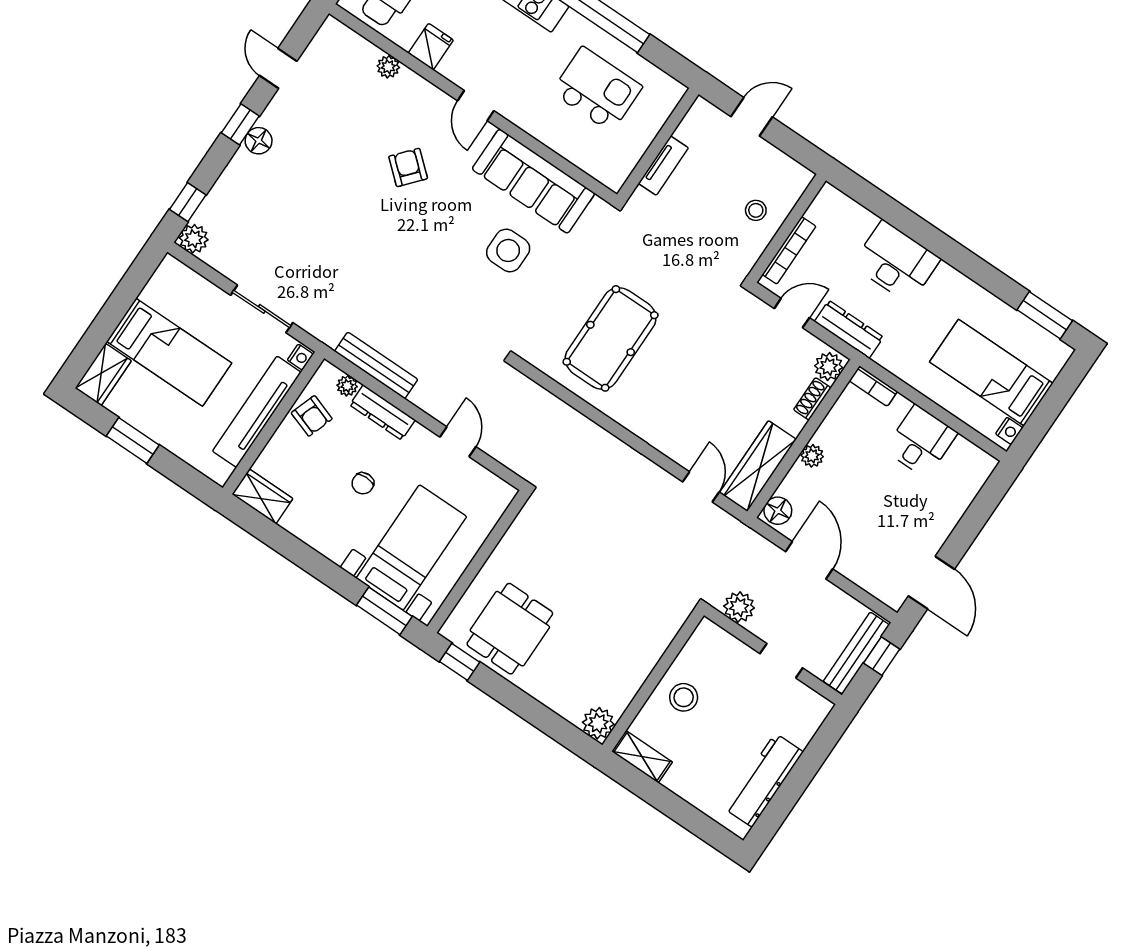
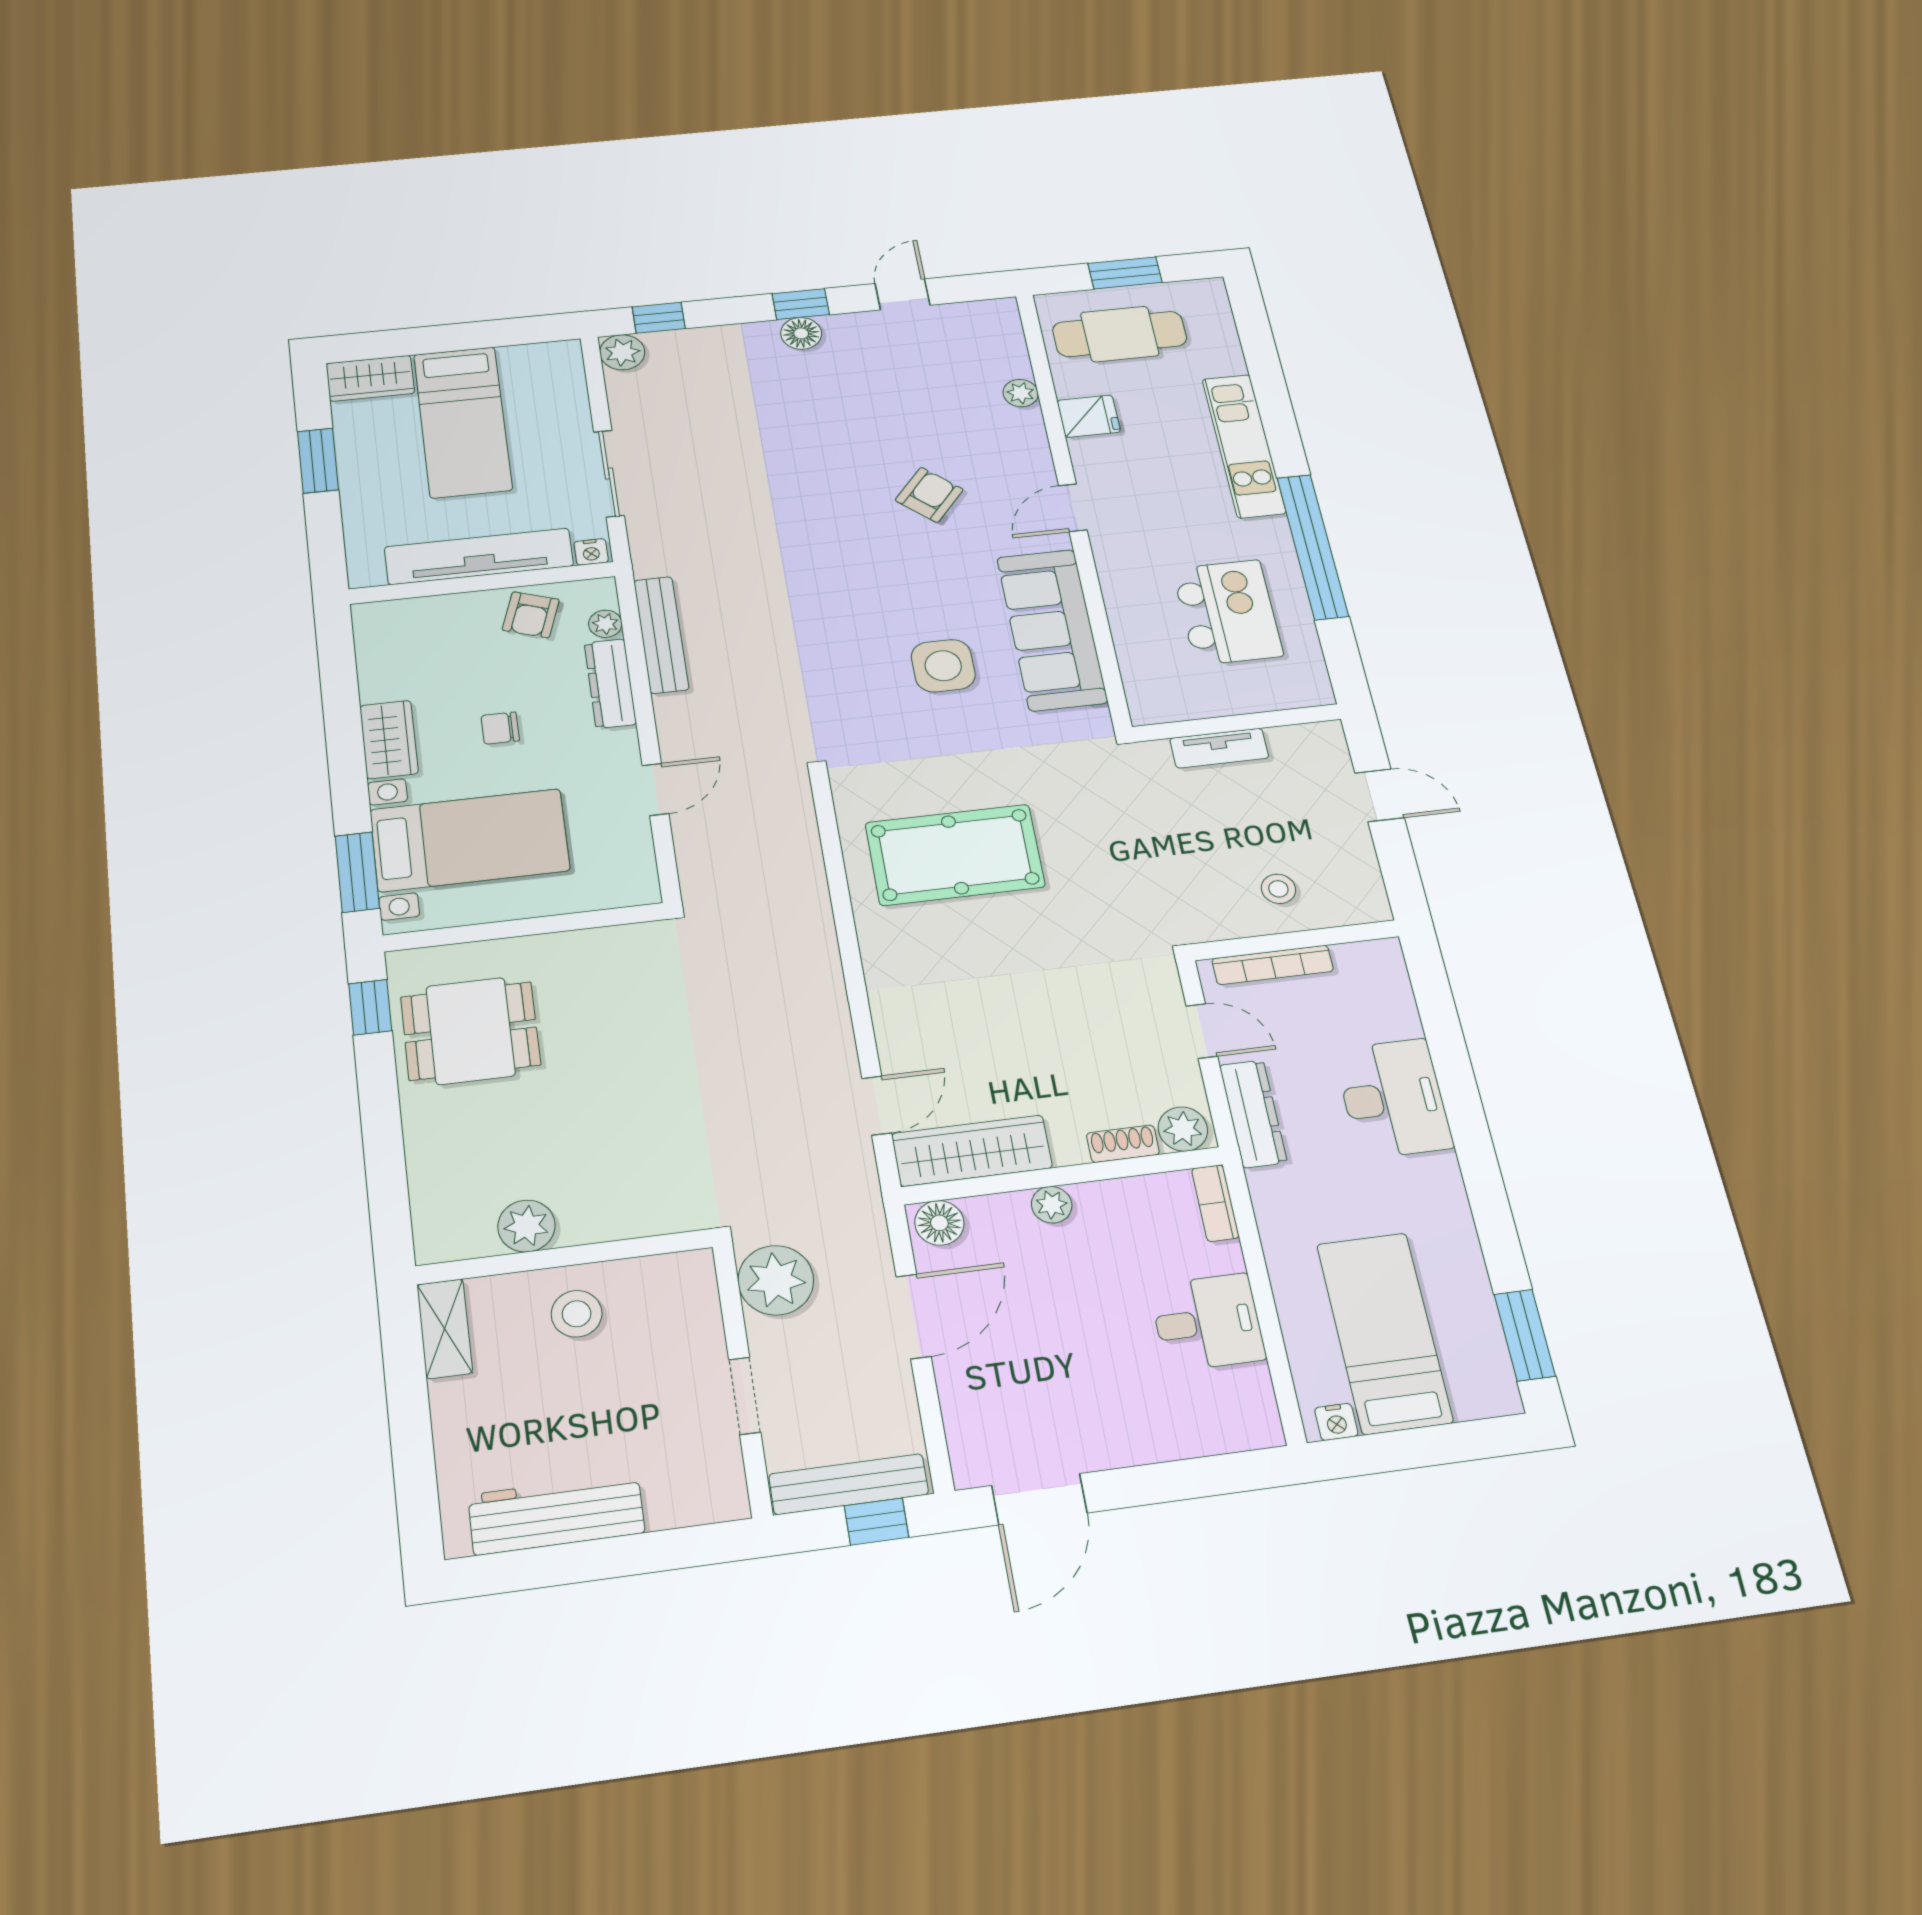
wardrobe: (262, 496) -> (389, 740), moved
plant: (739, 607) -> (776, 1280), width x1.36, depth x1.36
plant: (598, 723) -> (526, 1226), moved

